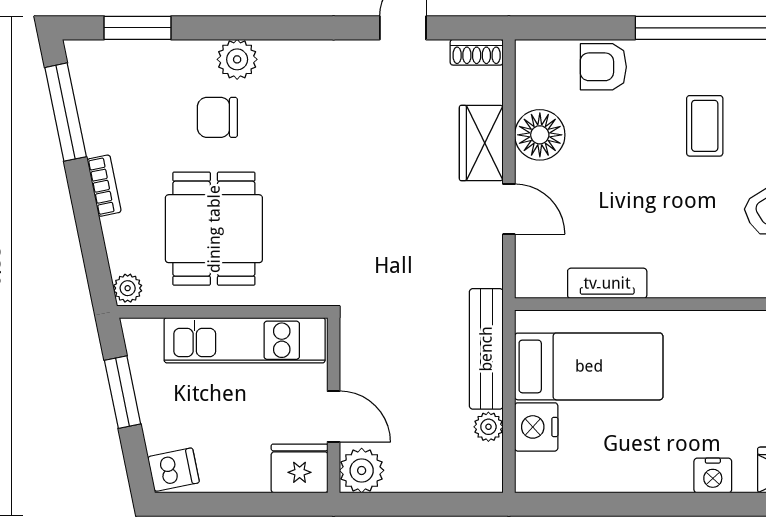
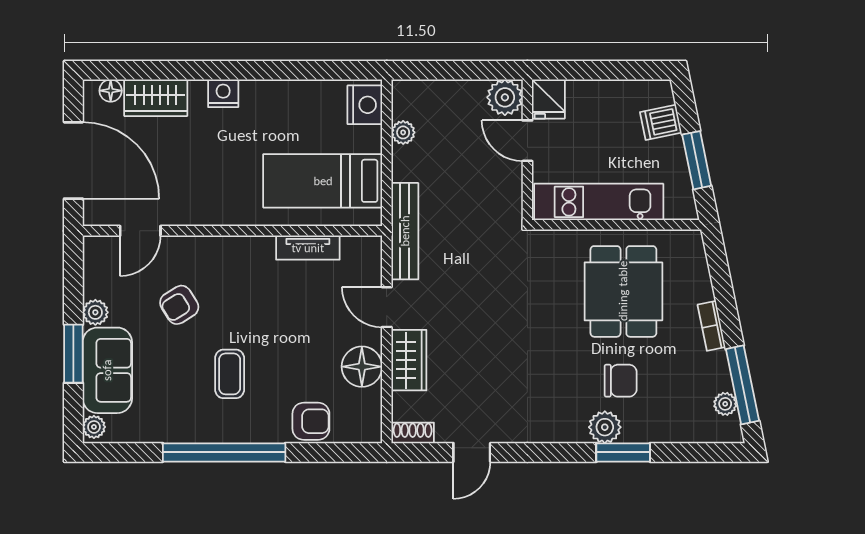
window: (138, 28) -> (623, 452), moved
plant: (128, 288) -> (725, 404), moved
bench: (486, 349) -> (405, 231), moved
nightstand: (536, 427) -> (365, 105), moved
fridge: (300, 468) -> (548, 99), width x0.72
dishwasher: (173, 470) -> (661, 122), moved

